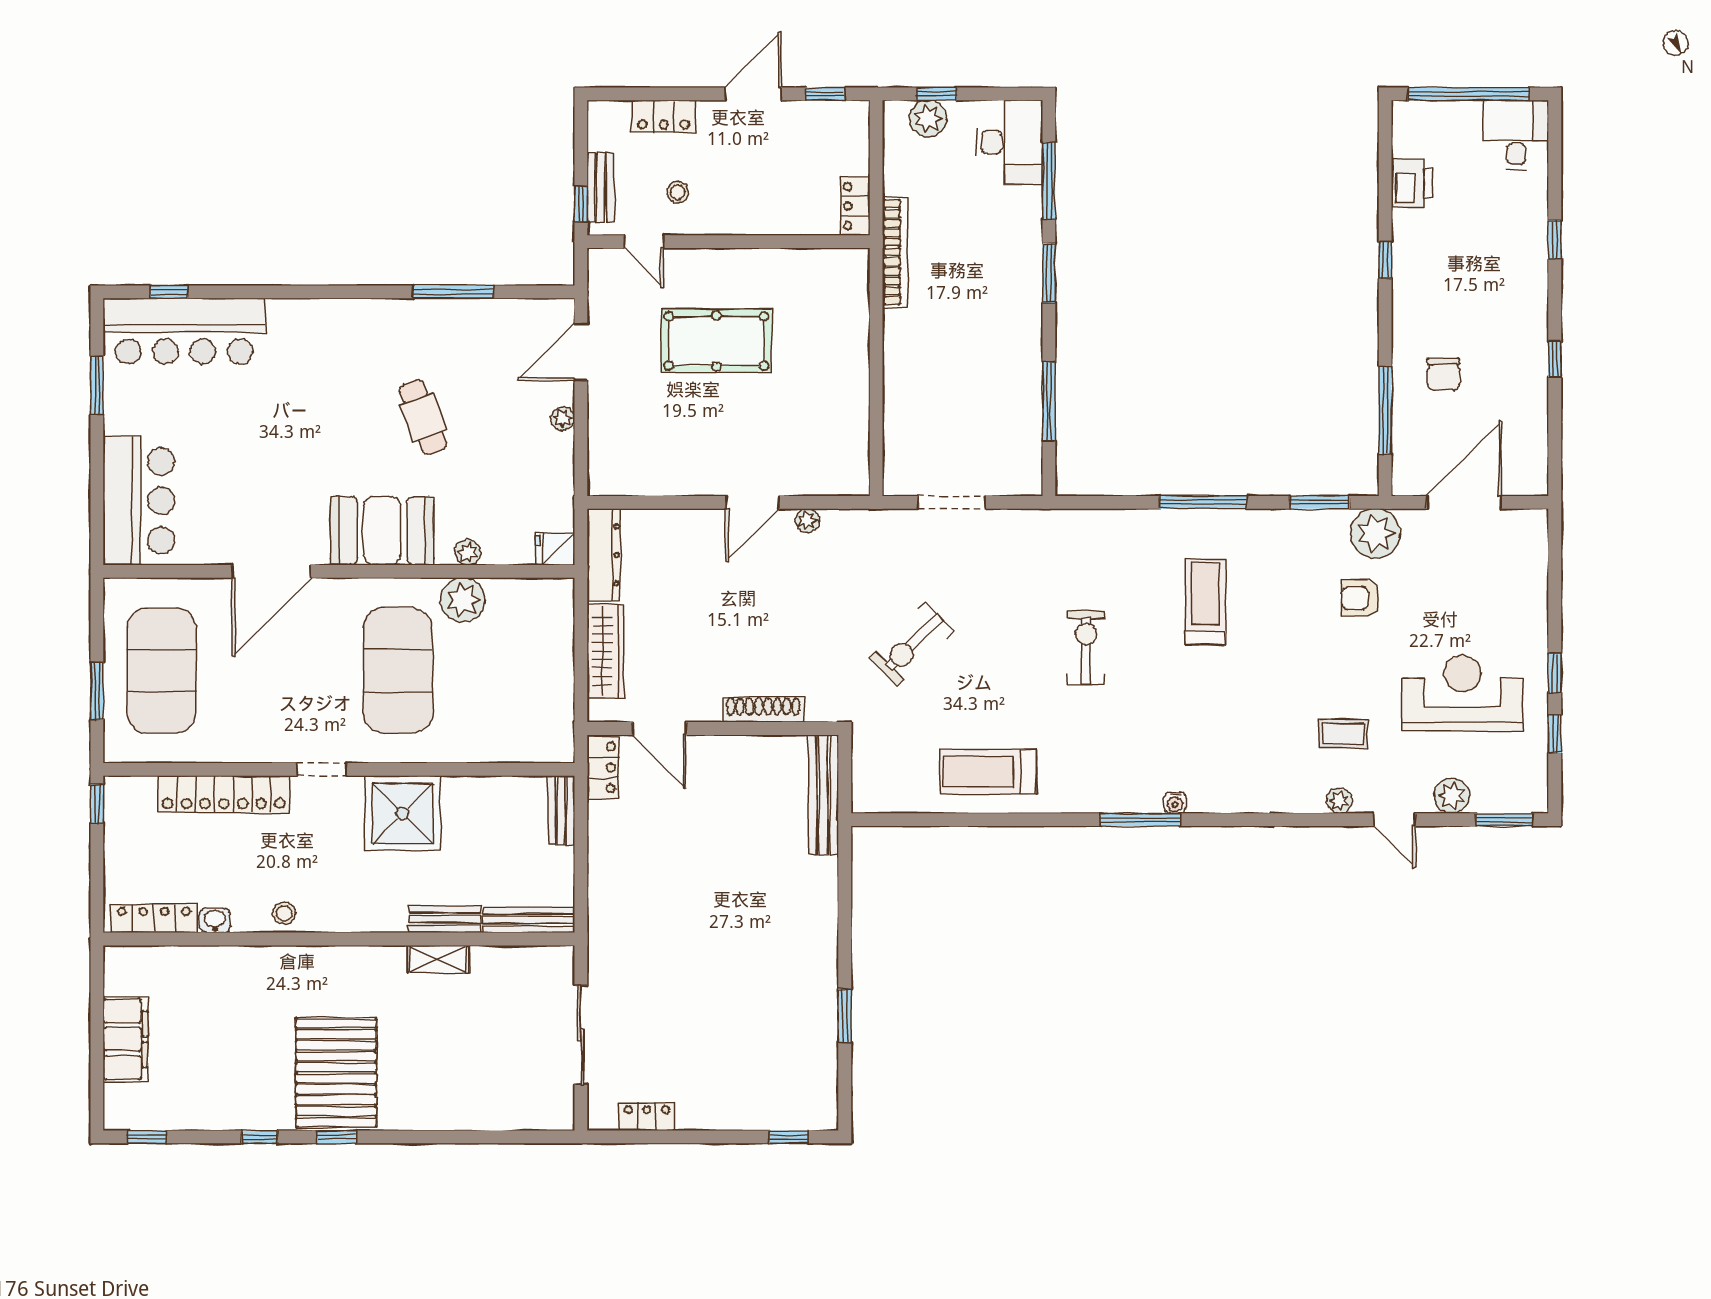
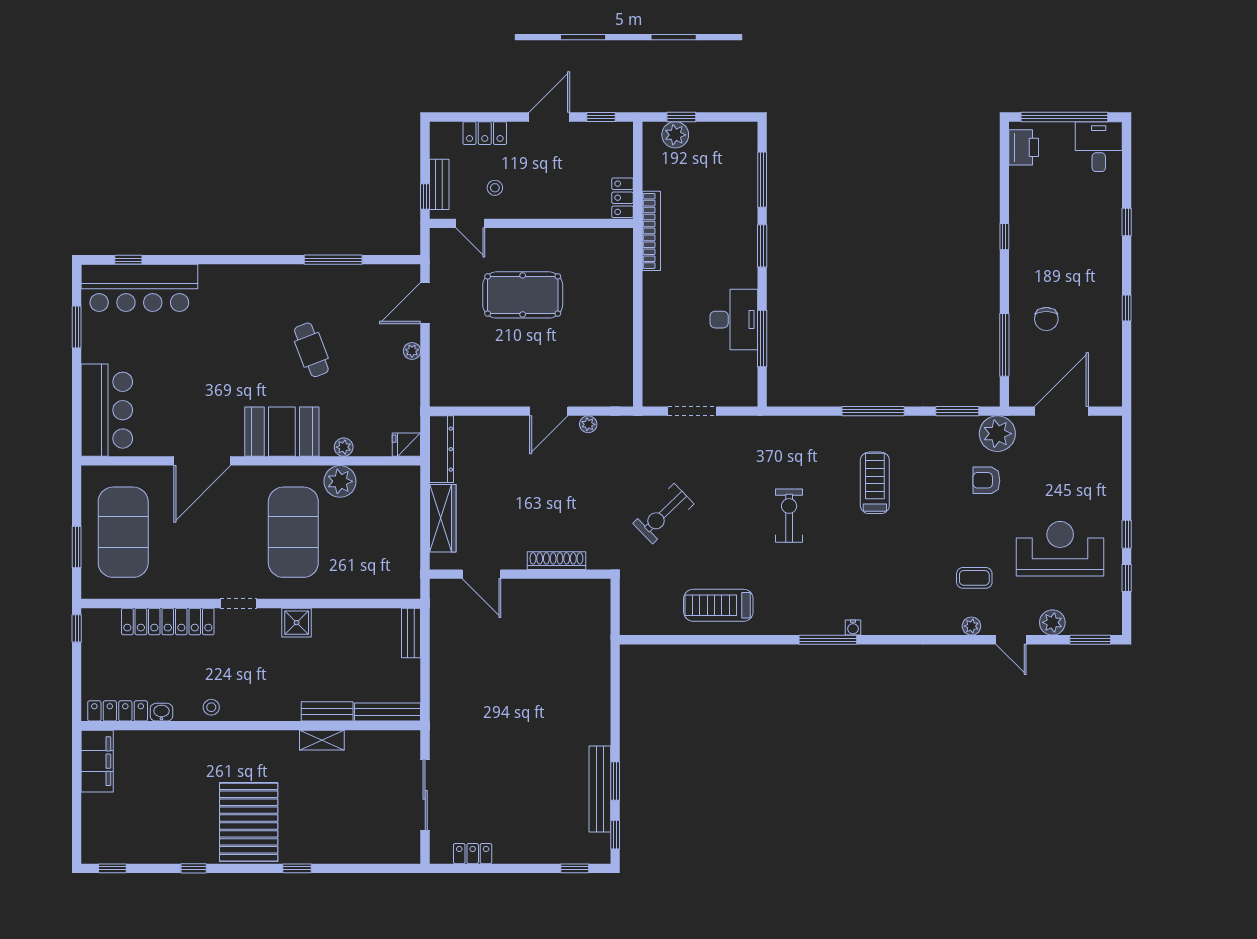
desk: (1010, 142) -> (734, 320), moved
printer: (1412, 183) -> (1024, 147), moved
locker: (603, 767) -> (441, 602), removed
bench: (824, 795) -> (600, 789), moved
shower: (402, 813) -> (297, 623), width x0.54, depth x0.54
filing cabinet: (125, 1039) -> (97, 761), moved
window: (845, 1090) -> (615, 835), added
window: (337, 1137) -> (297, 868), moved

